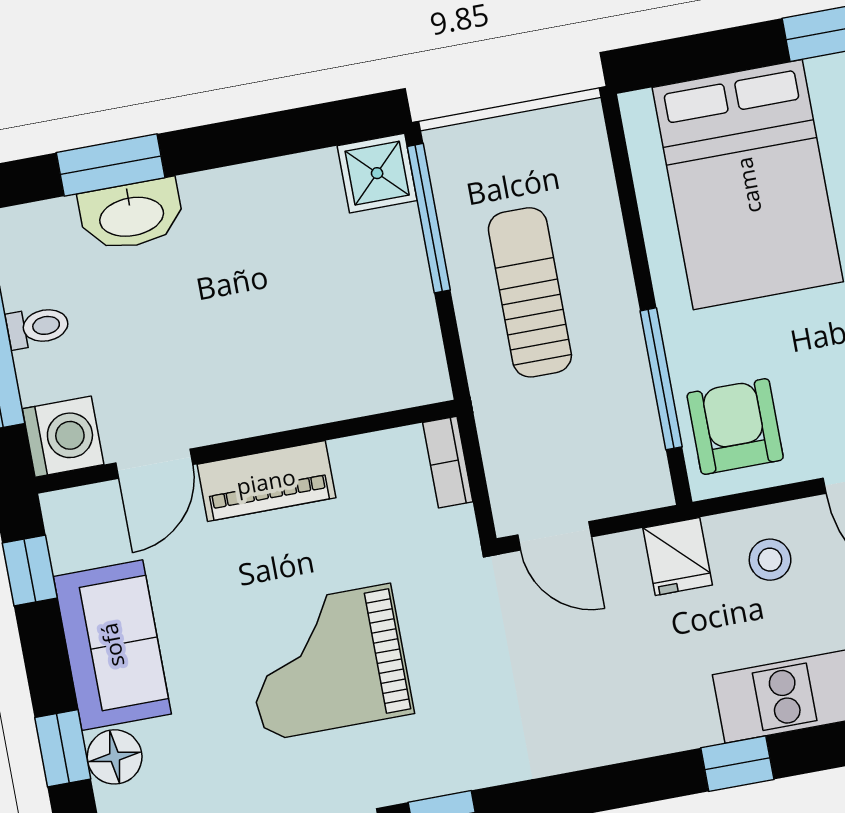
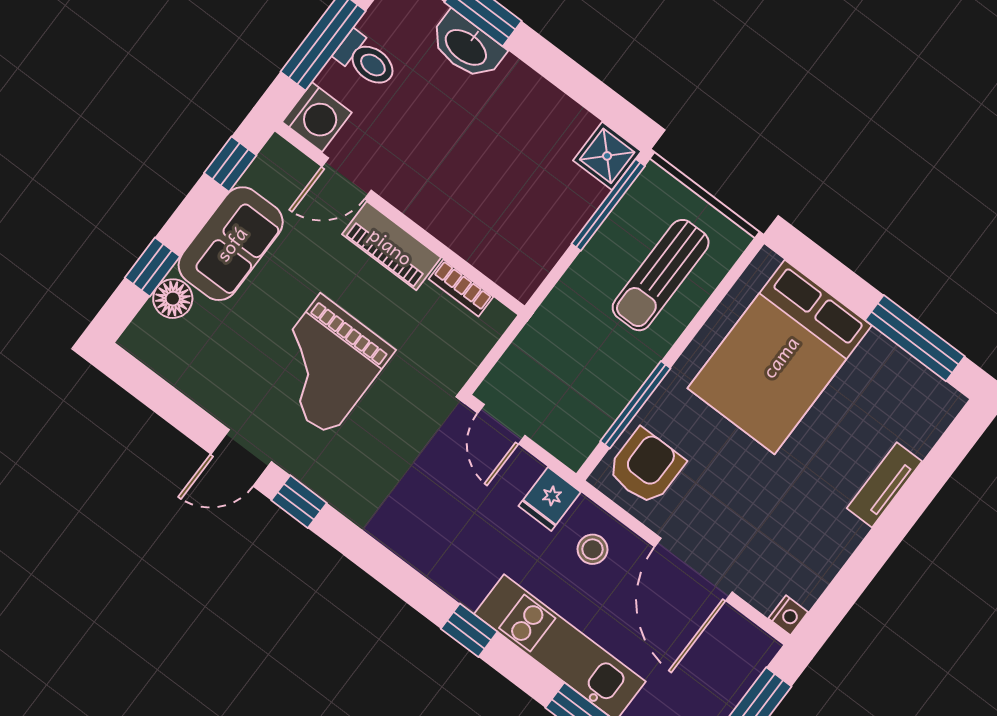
sun lounger: (530, 292) -> (661, 275), moved, turned 180
toilet: (38, 327) -> (366, 60), width x1.37, depth x1.39
bookcase: (448, 462) -> (461, 288), moved, turned -90
grand piano: (327, 662) -> (325, 365), turned -90

